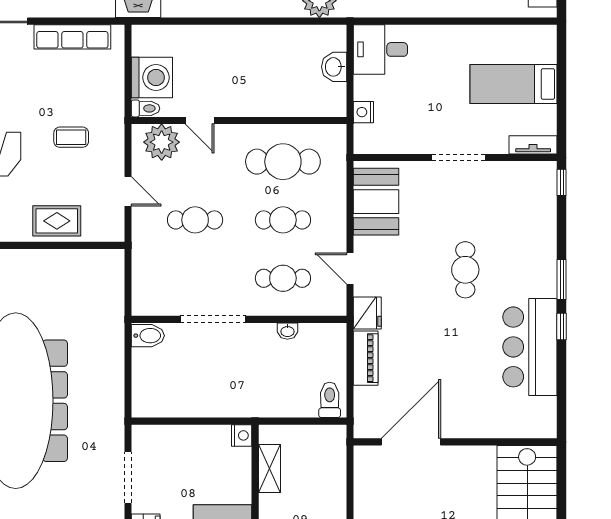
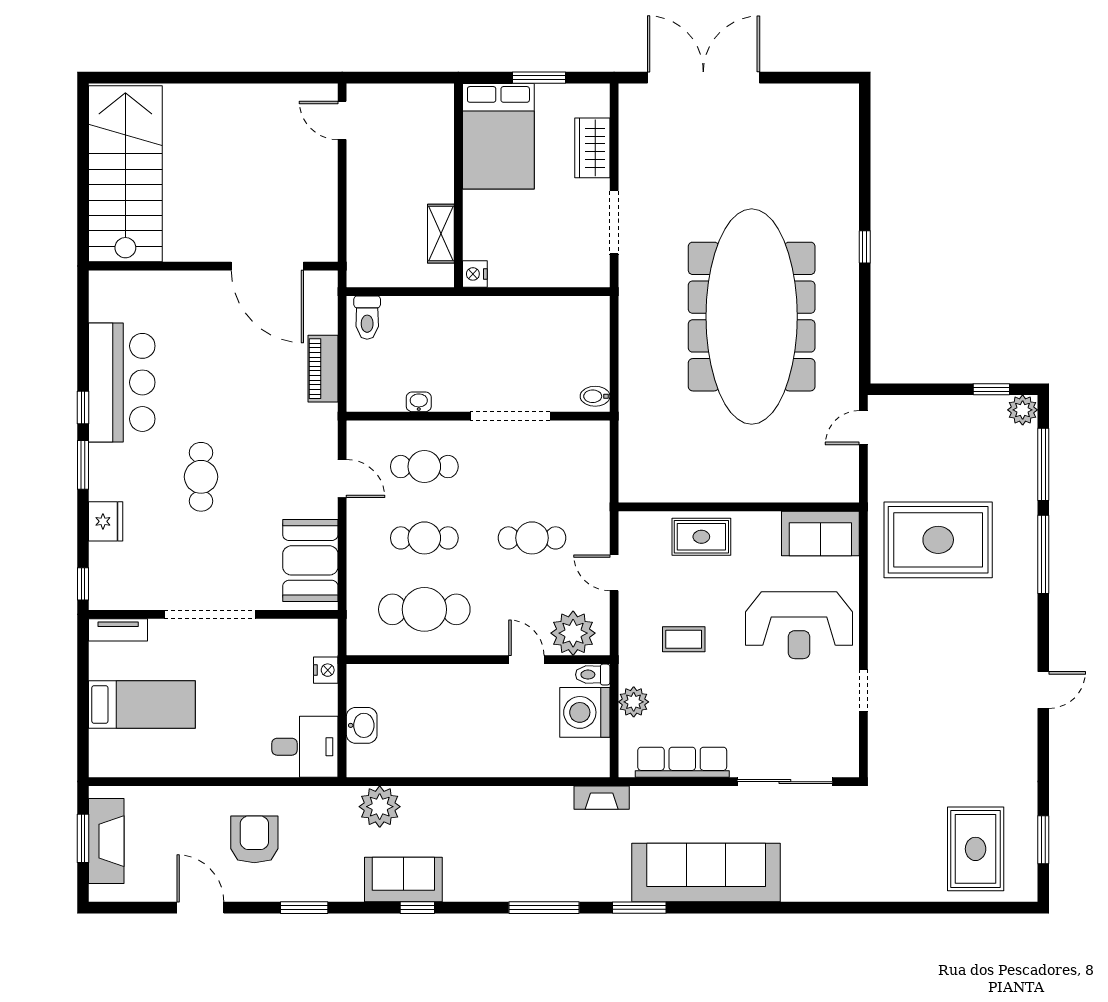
plant: (112, 86) -> (634, 702), added
doorway: (458, 157) -> (210, 614), width x1.36
fridge: (367, 313) -> (106, 521), moved, turned 180
bidet: (148, 336) -> (595, 396), width x0.72, depth x0.74
door: (411, 442) -> (267, 266), hinge flipped

